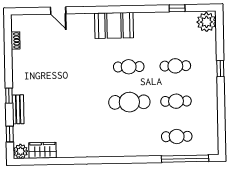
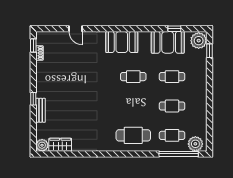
booth: (169, 25) -> (168, 42), added
window: (220, 69) -> (209, 51), moved
cafe table: (129, 102) -> (133, 135), moved
window: (10, 134) -> (33, 46), moved
plant: (205, 146) -> (195, 144), added

